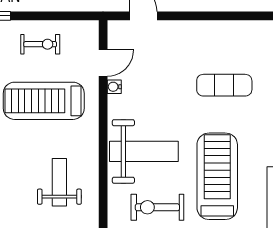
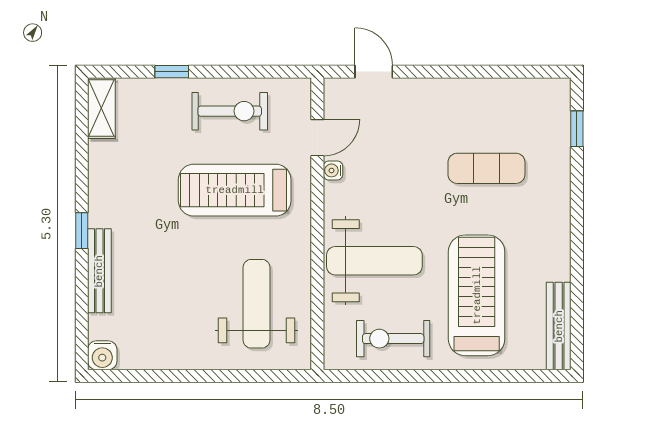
exercise bike: (40, 44) -> (230, 111), width x1.38, depth x1.39
weight bench: (59, 182) -> (257, 304), width x1.36, depth x1.33

